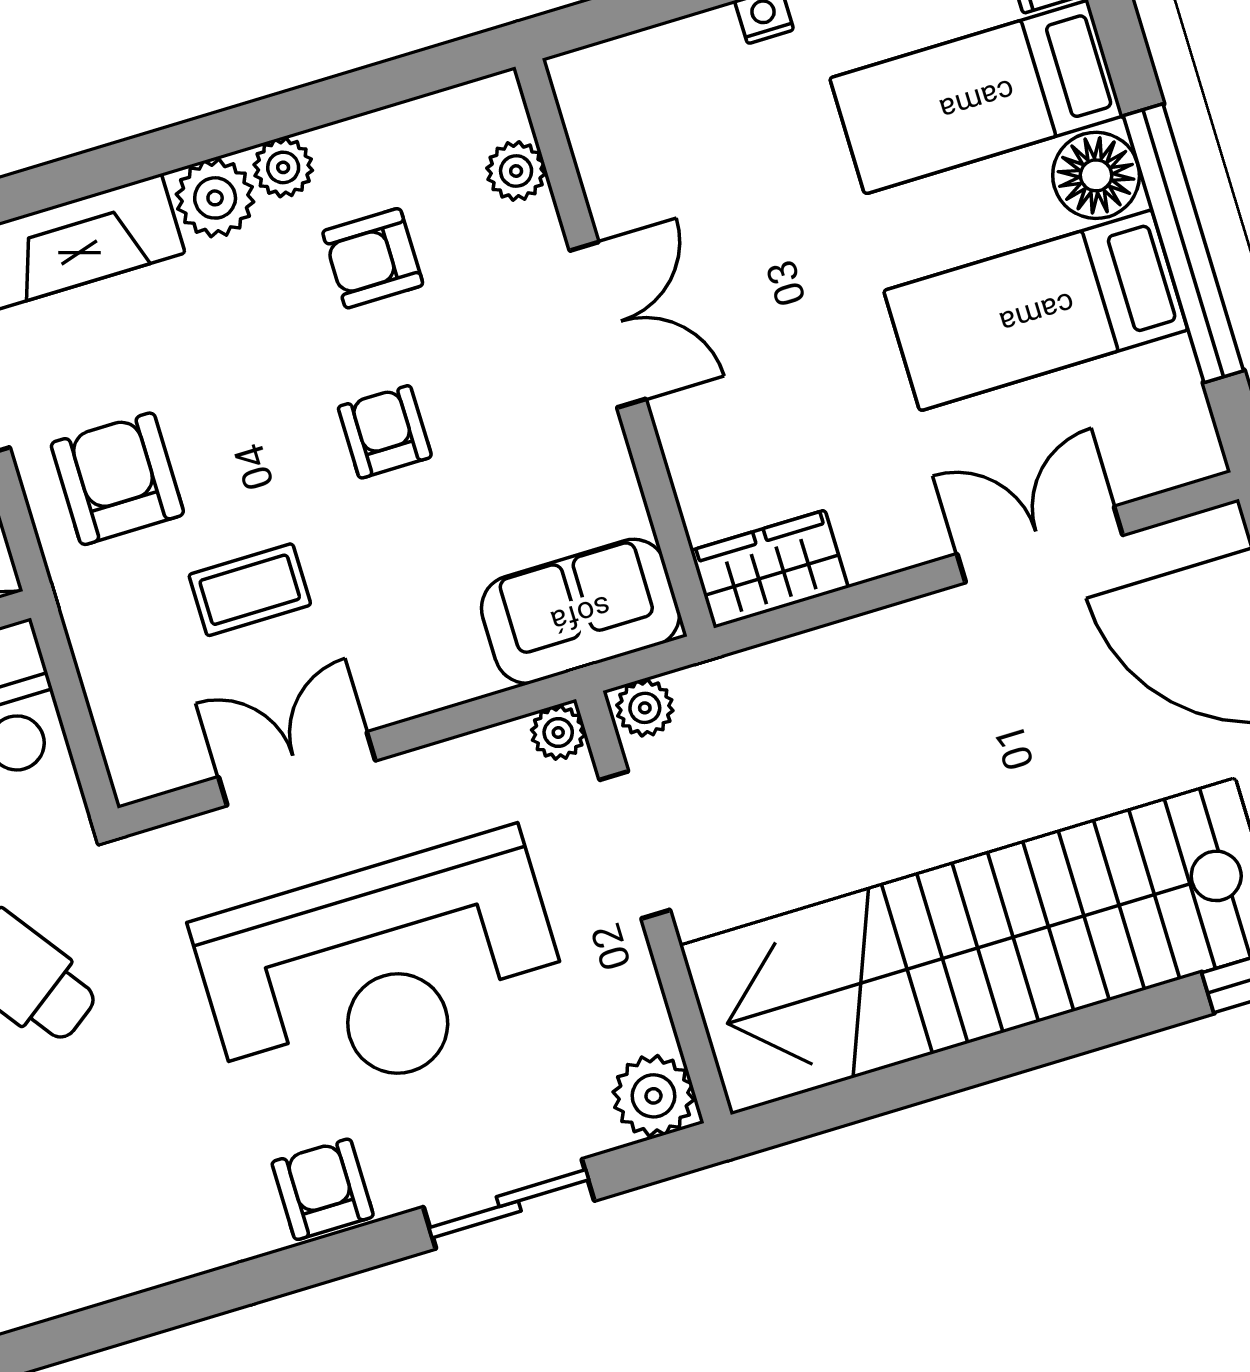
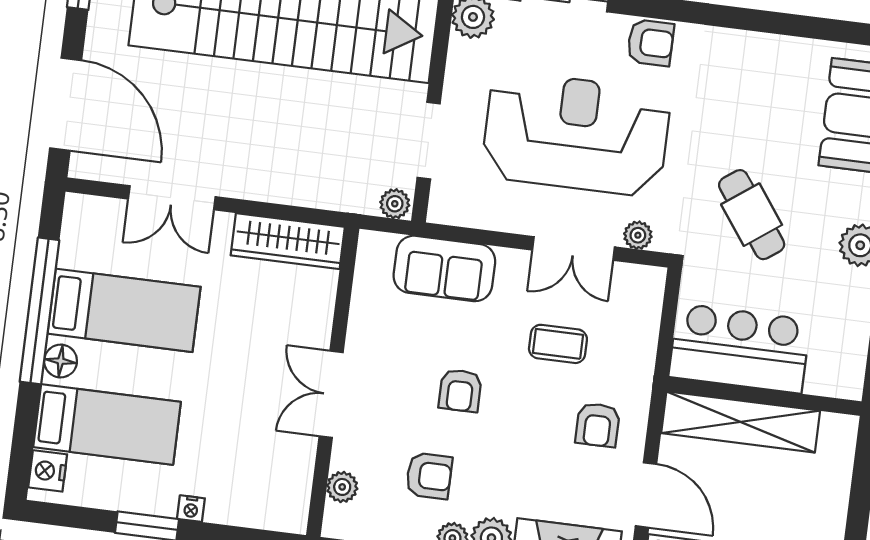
floor lamp: (1096, 175) -> (61, 361), width x0.73, depth x0.73
armchair: (117, 479) -> (598, 425), width x0.72, depth x0.72
wardrobe: (769, 569) -> (288, 241), width x1.50
sofa: (580, 611) -> (444, 268), moved
plant: (558, 733) -> (638, 235), moved
armchair: (323, 1189) -> (650, 43), turned -90

